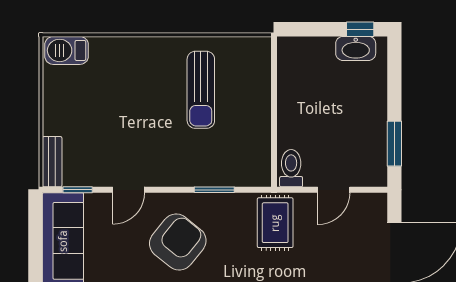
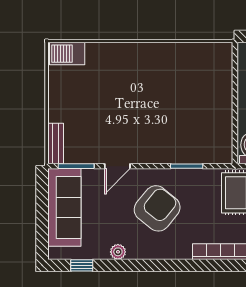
sun lounger: (201, 90) -> (176, 85), removed
window: (78, 190) -> (76, 166), width x1.50

